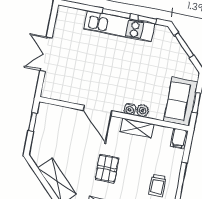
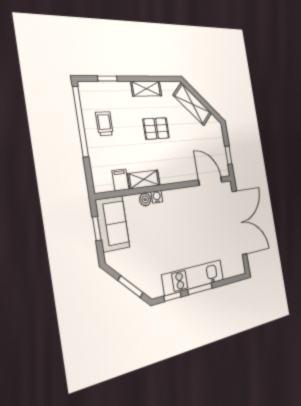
double door: (46, 54) -> (239, 223), width x1.87
door: (98, 111) -> (210, 181), moved
filing cabinet: (179, 138) -> (120, 180), moved
pallet: (107, 168) -> (156, 129), turned 90

